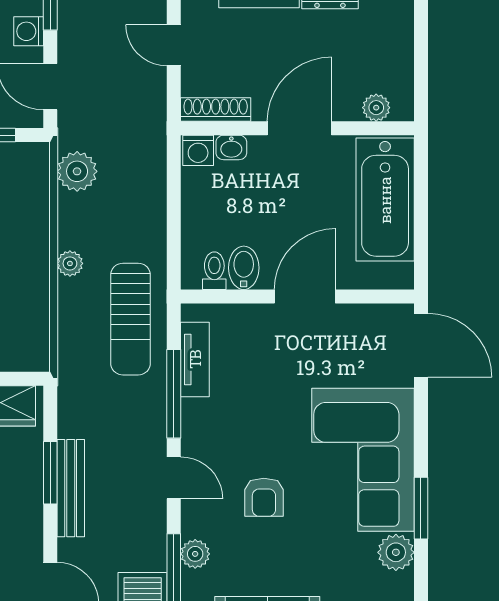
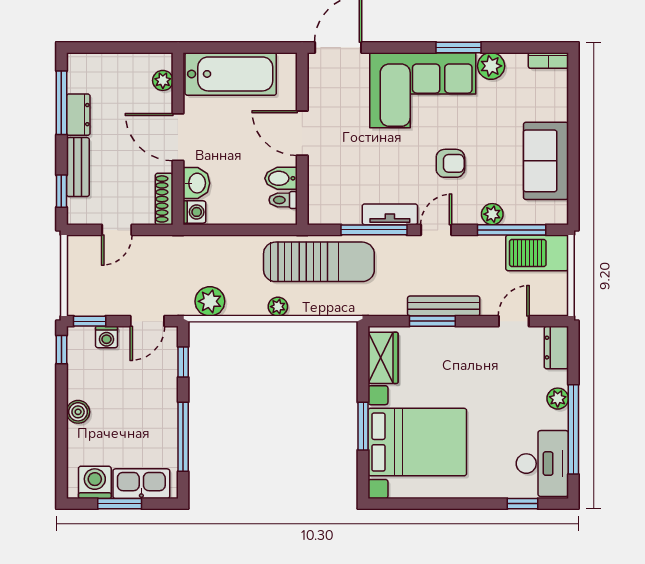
washbasin: (231, 147) -> (196, 183), width x1.38, depth x1.45
sun lounger: (131, 319) -> (319, 262), width x1.36, depth x1.34
tv unit: (195, 359) -> (390, 214), moved

